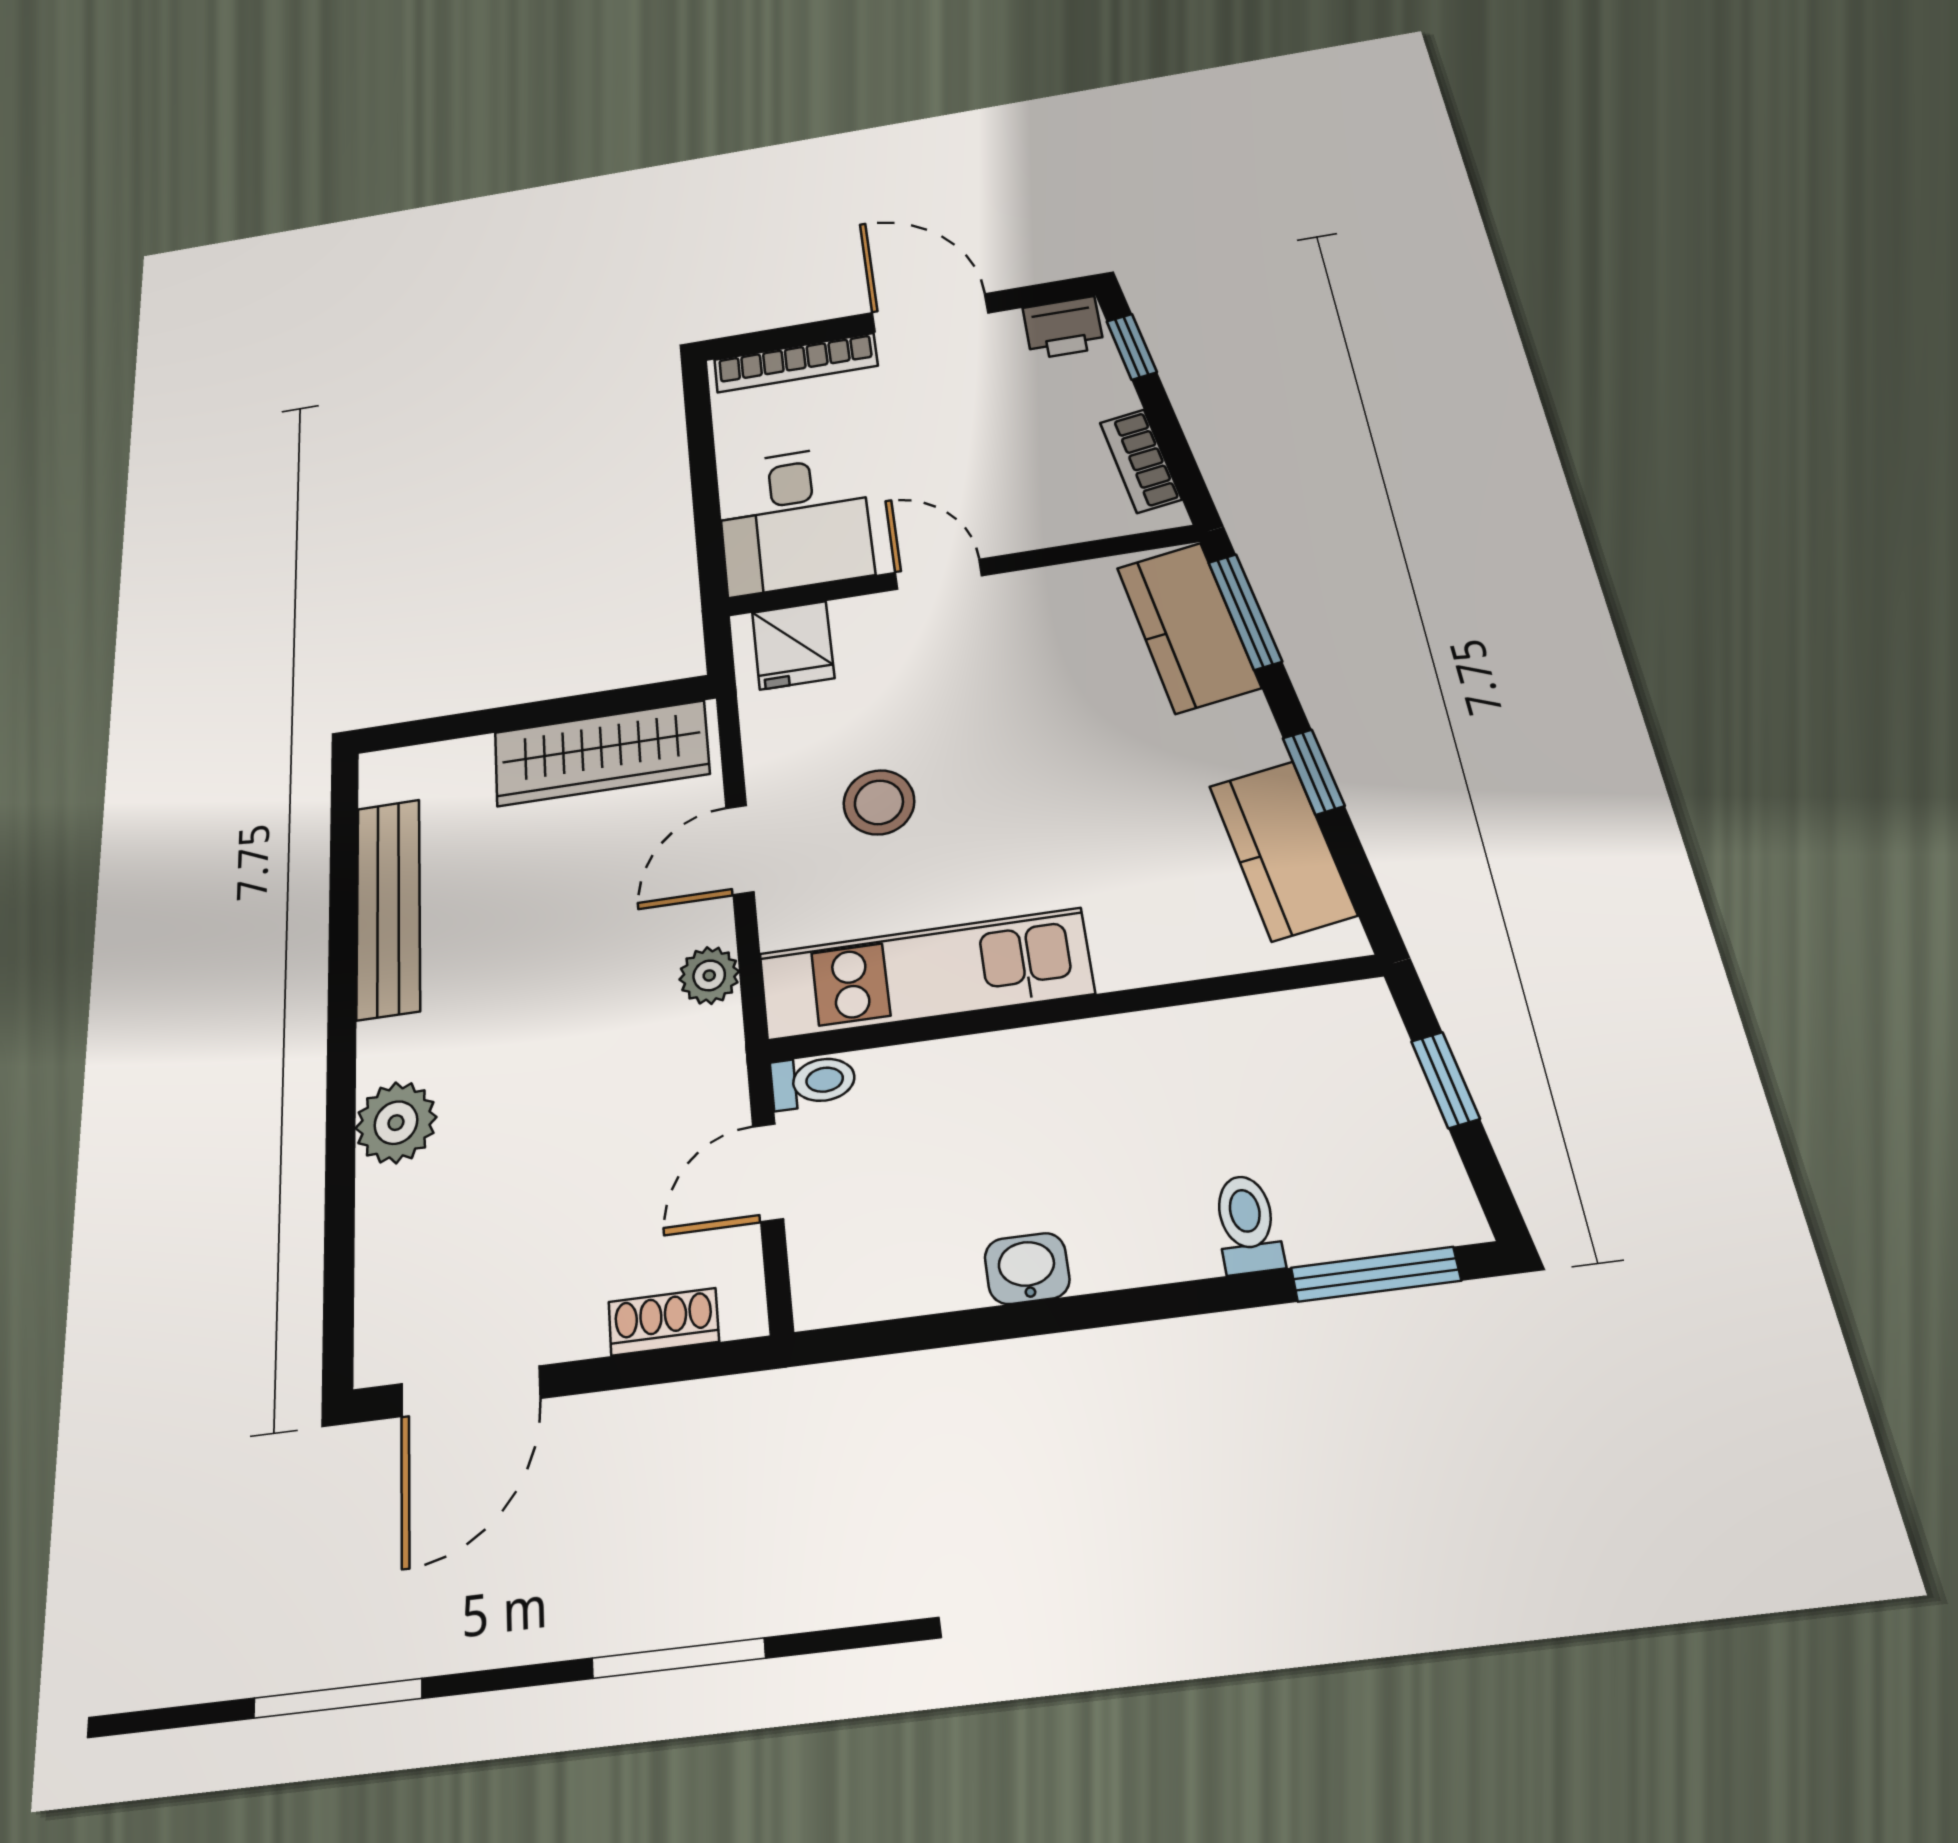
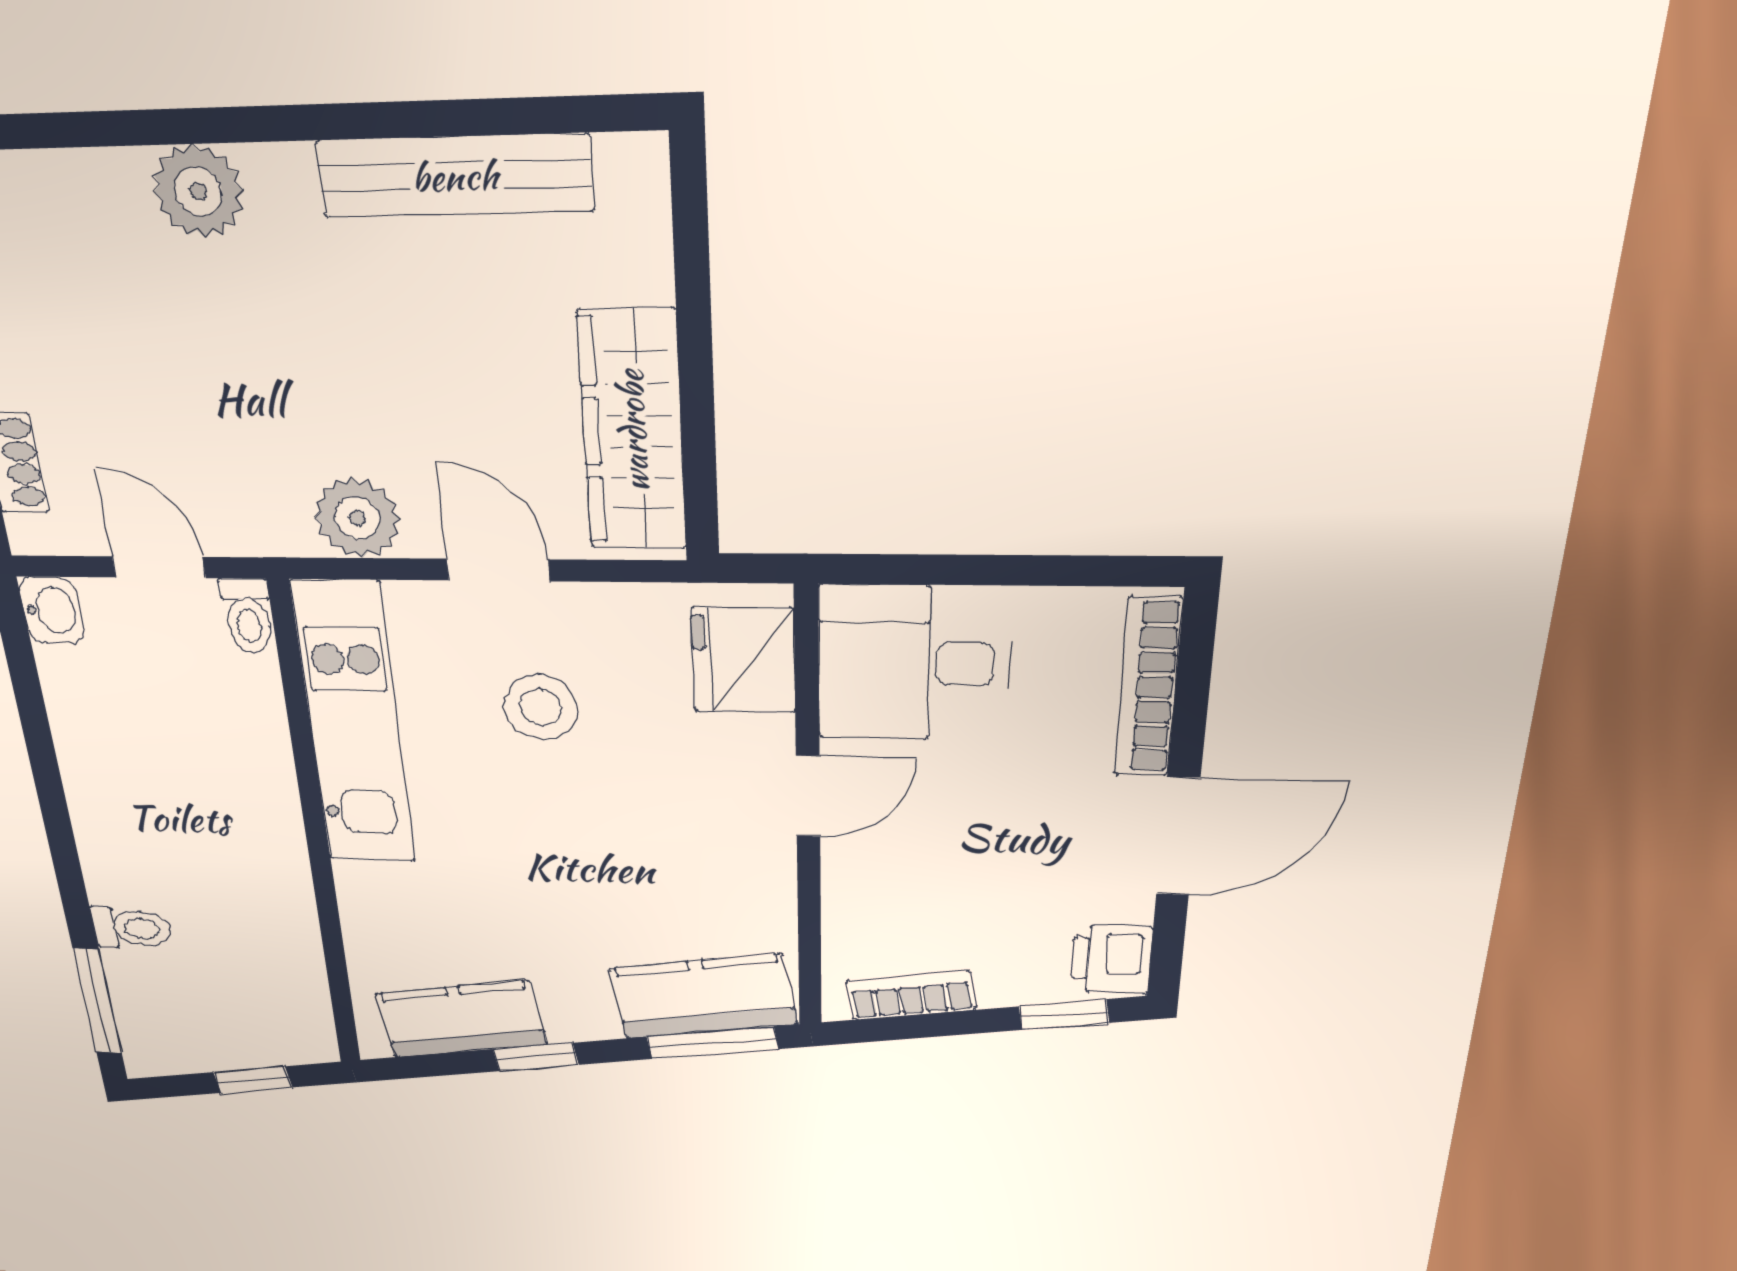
fridge: (793, 645) -> (744, 660), width x1.38
plant: (709, 975) -> (357, 518), width x1.38, depth x1.38
washbasin: (1027, 1268) -> (52, 610), moved

